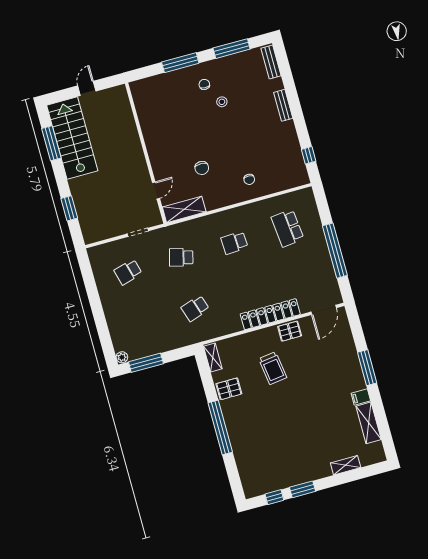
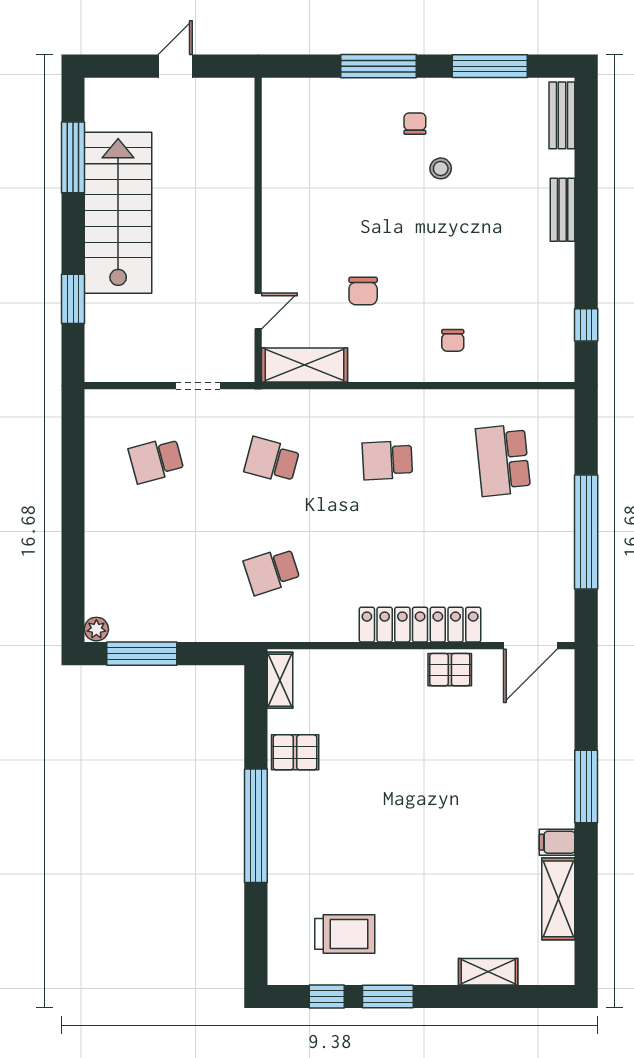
stairs: (72, 138) -> (118, 213), moved
trolley: (273, 368) -> (345, 934), moved, turned -82

